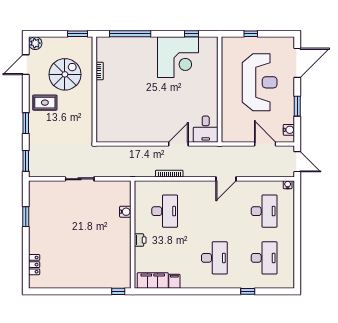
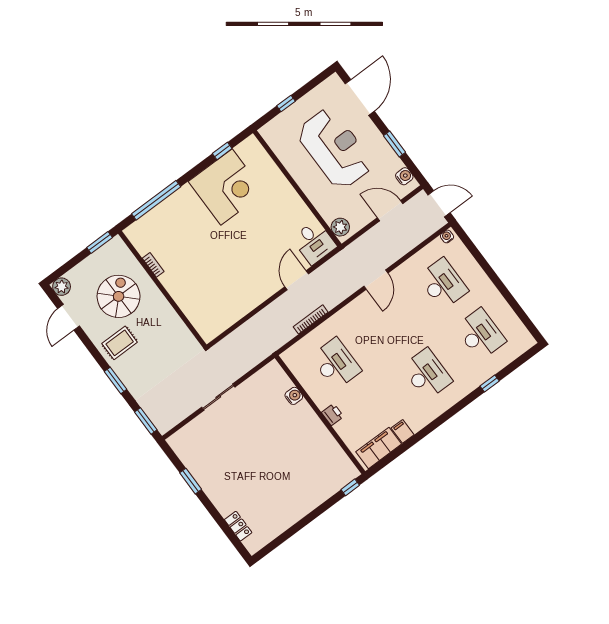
plant: (228, 132) -> (340, 227), added

